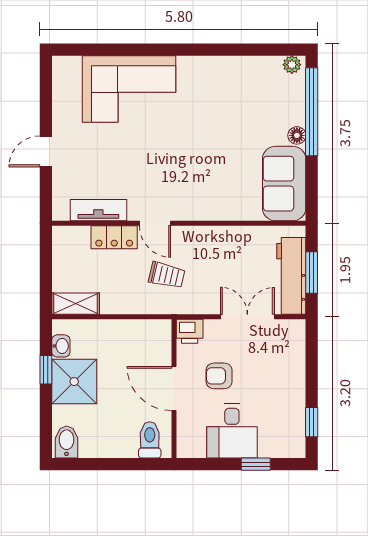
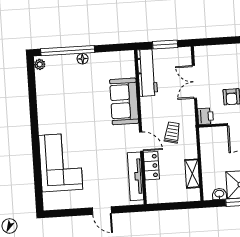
sofa: (284, 184) -> (124, 101), moved, turned 90
tv unit: (98, 210) -> (135, 176), width x1.41
door: (155, 223) -> (141, 141), hinge flipped
workbench: (291, 276) -> (147, 73), moved, turned -90
shelving: (76, 304) -> (192, 174), moved

